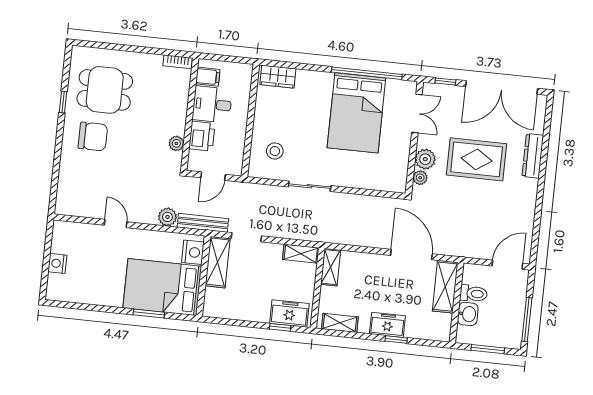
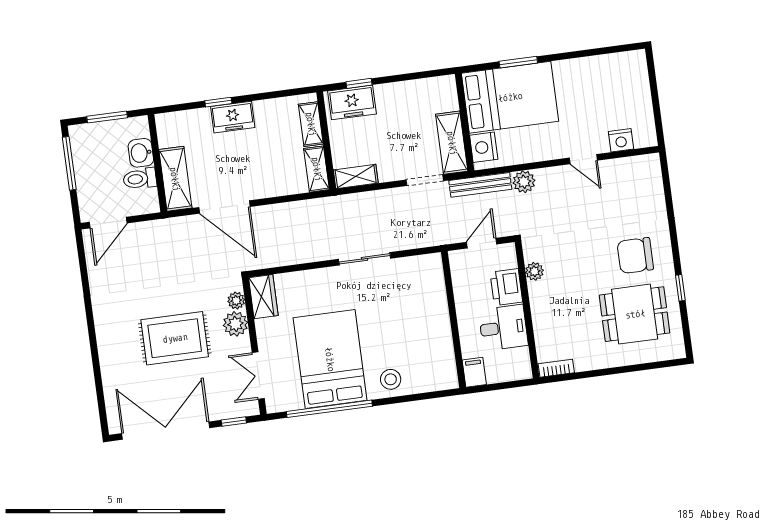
filing cabinet: (208, 77) -> (474, 372), moved, turned 90
wardrobe: (278, 77) -> (263, 297), moved, turned 90
stool: (275, 151) -> (391, 379), moved
dresser: (533, 156) -> (109, 359), removed
nightstand: (57, 263) -> (621, 140), moved, turned 90
shelving: (340, 323) -> (311, 124), moved, turned 90

